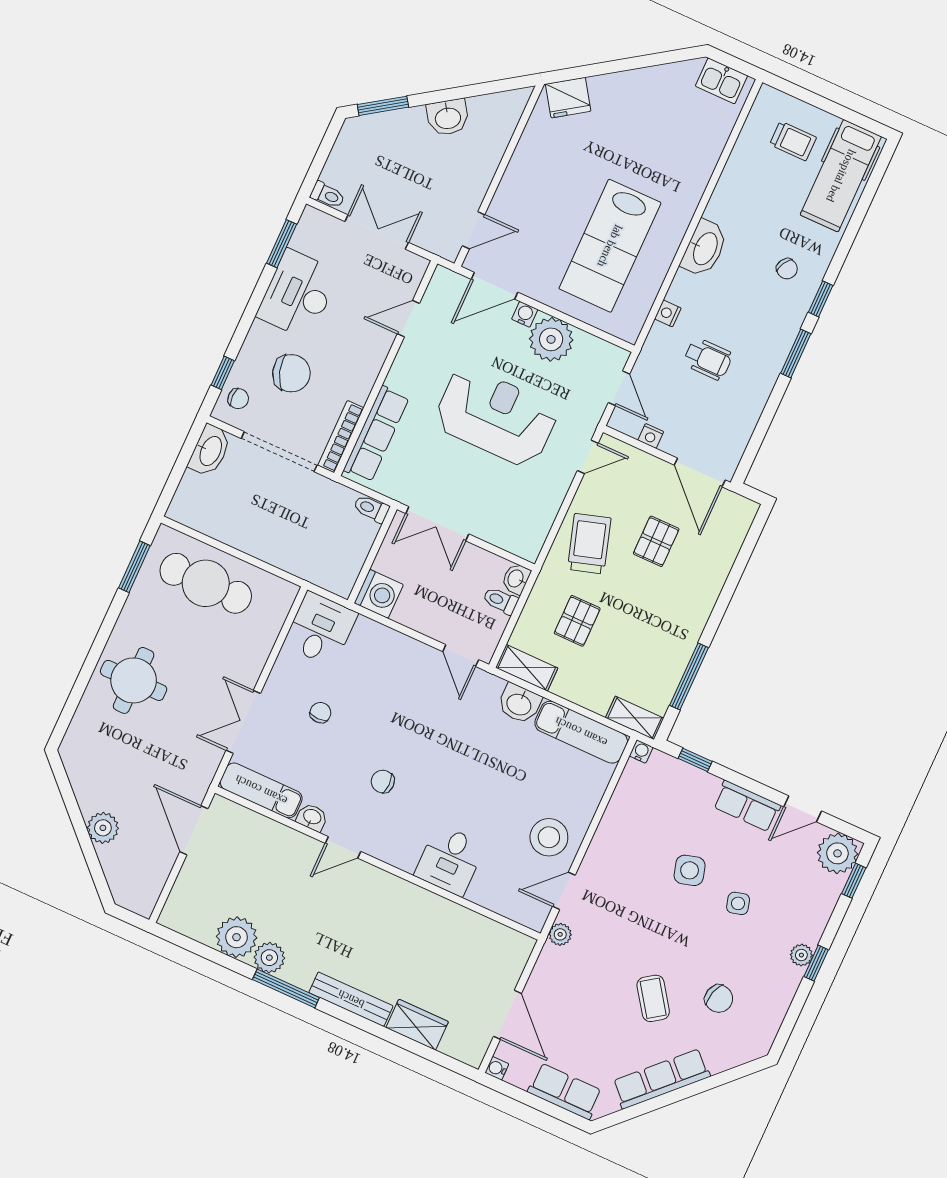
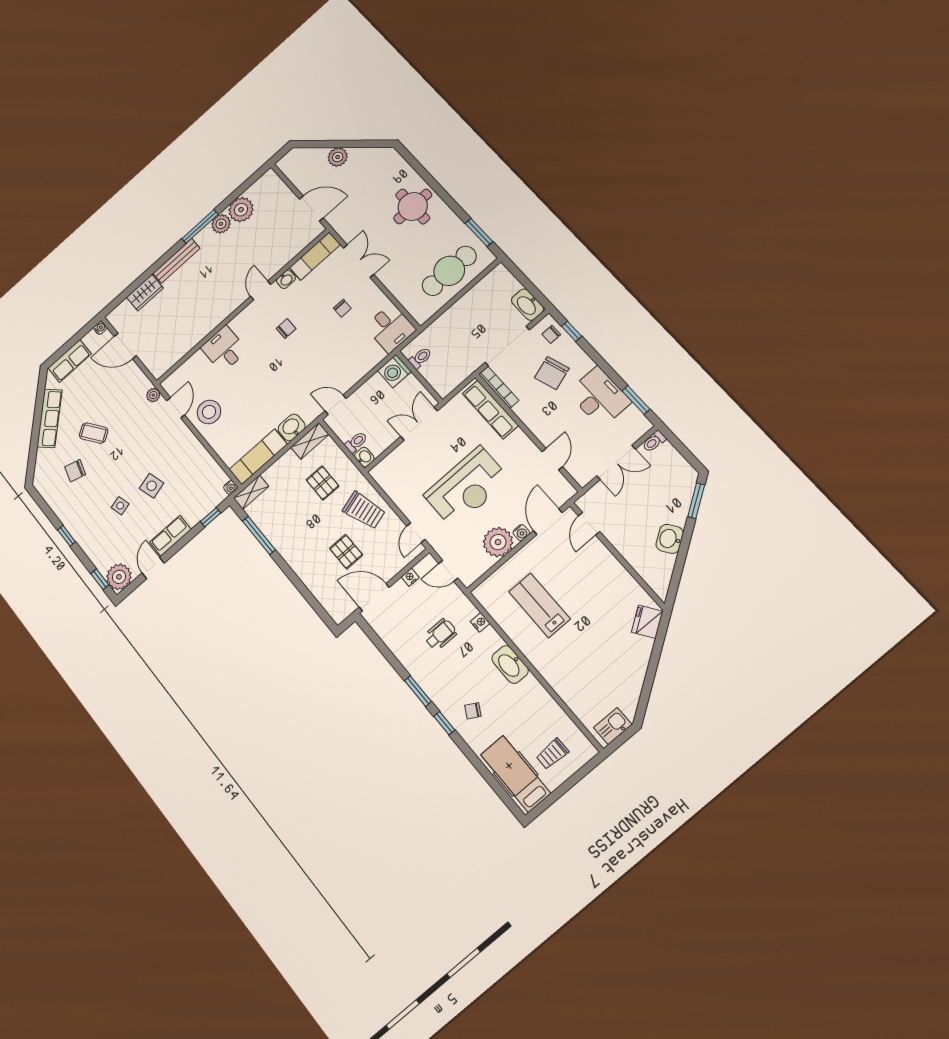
lab bench: (610, 246) -> (539, 605), width x0.73, depth x0.72
wheelchair: (708, 359) -> (440, 634), turned 180
toilet: (371, 509) -> (420, 358), moved
plant: (801, 955) -> (75, 529), removed

